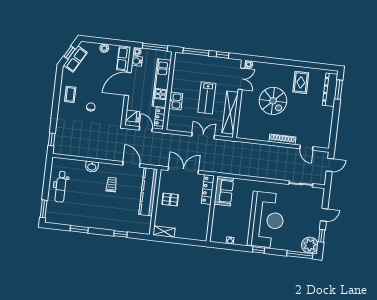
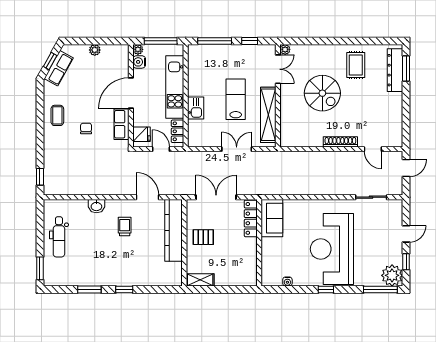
row of seats: (124, 59) -> (121, 124), moved
lab bench: (207, 98) -> (236, 99), turned 180
reception desk: (267, 220) -> (332, 249), turned 180
window: (120, 234) -> (124, 289), moved

